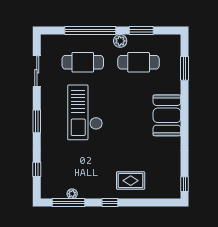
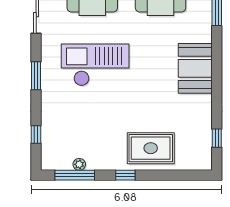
checkout: (85, 112) -> (95, 65), turned 90
rug: (131, 181) -> (151, 148), width x1.36, depth x1.43
window: (185, 184) -> (217, 138), moved

